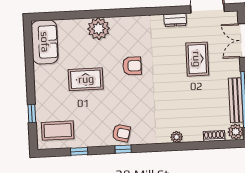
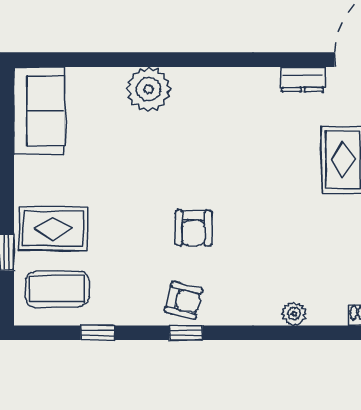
armchair: (132, 66) -> (194, 228), moved, turned 91
rug: (86, 79) -> (53, 229), moved

